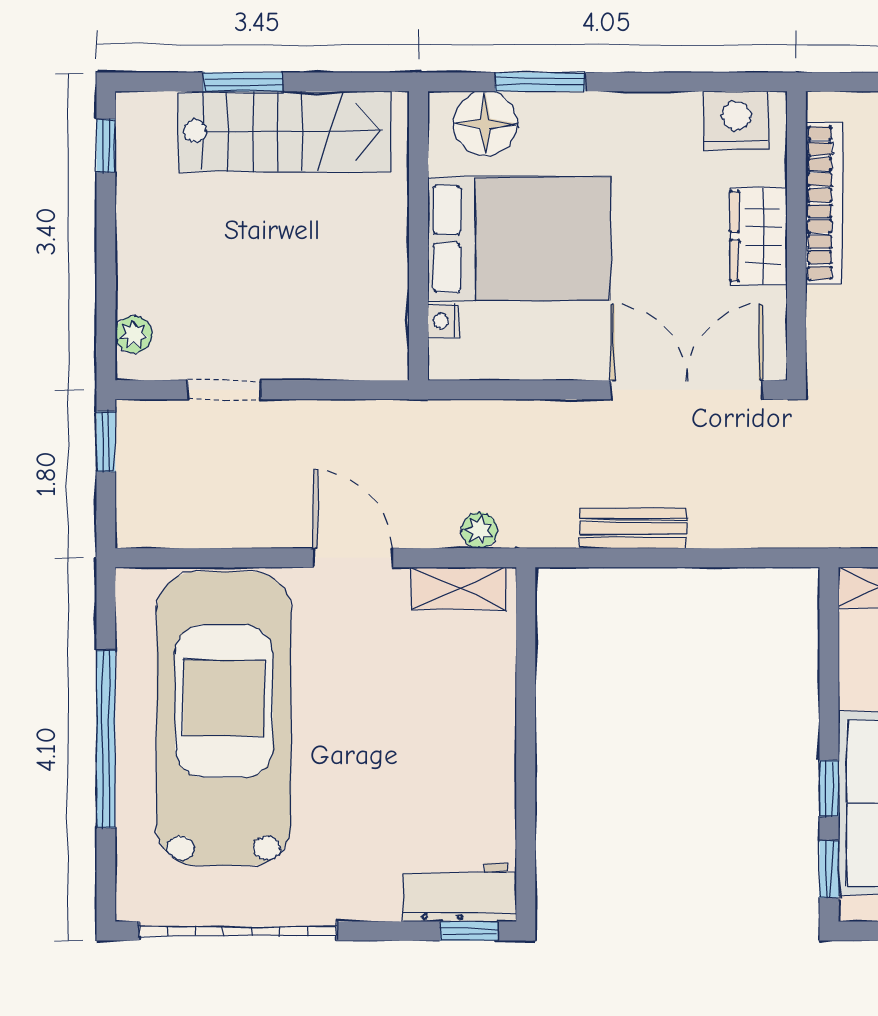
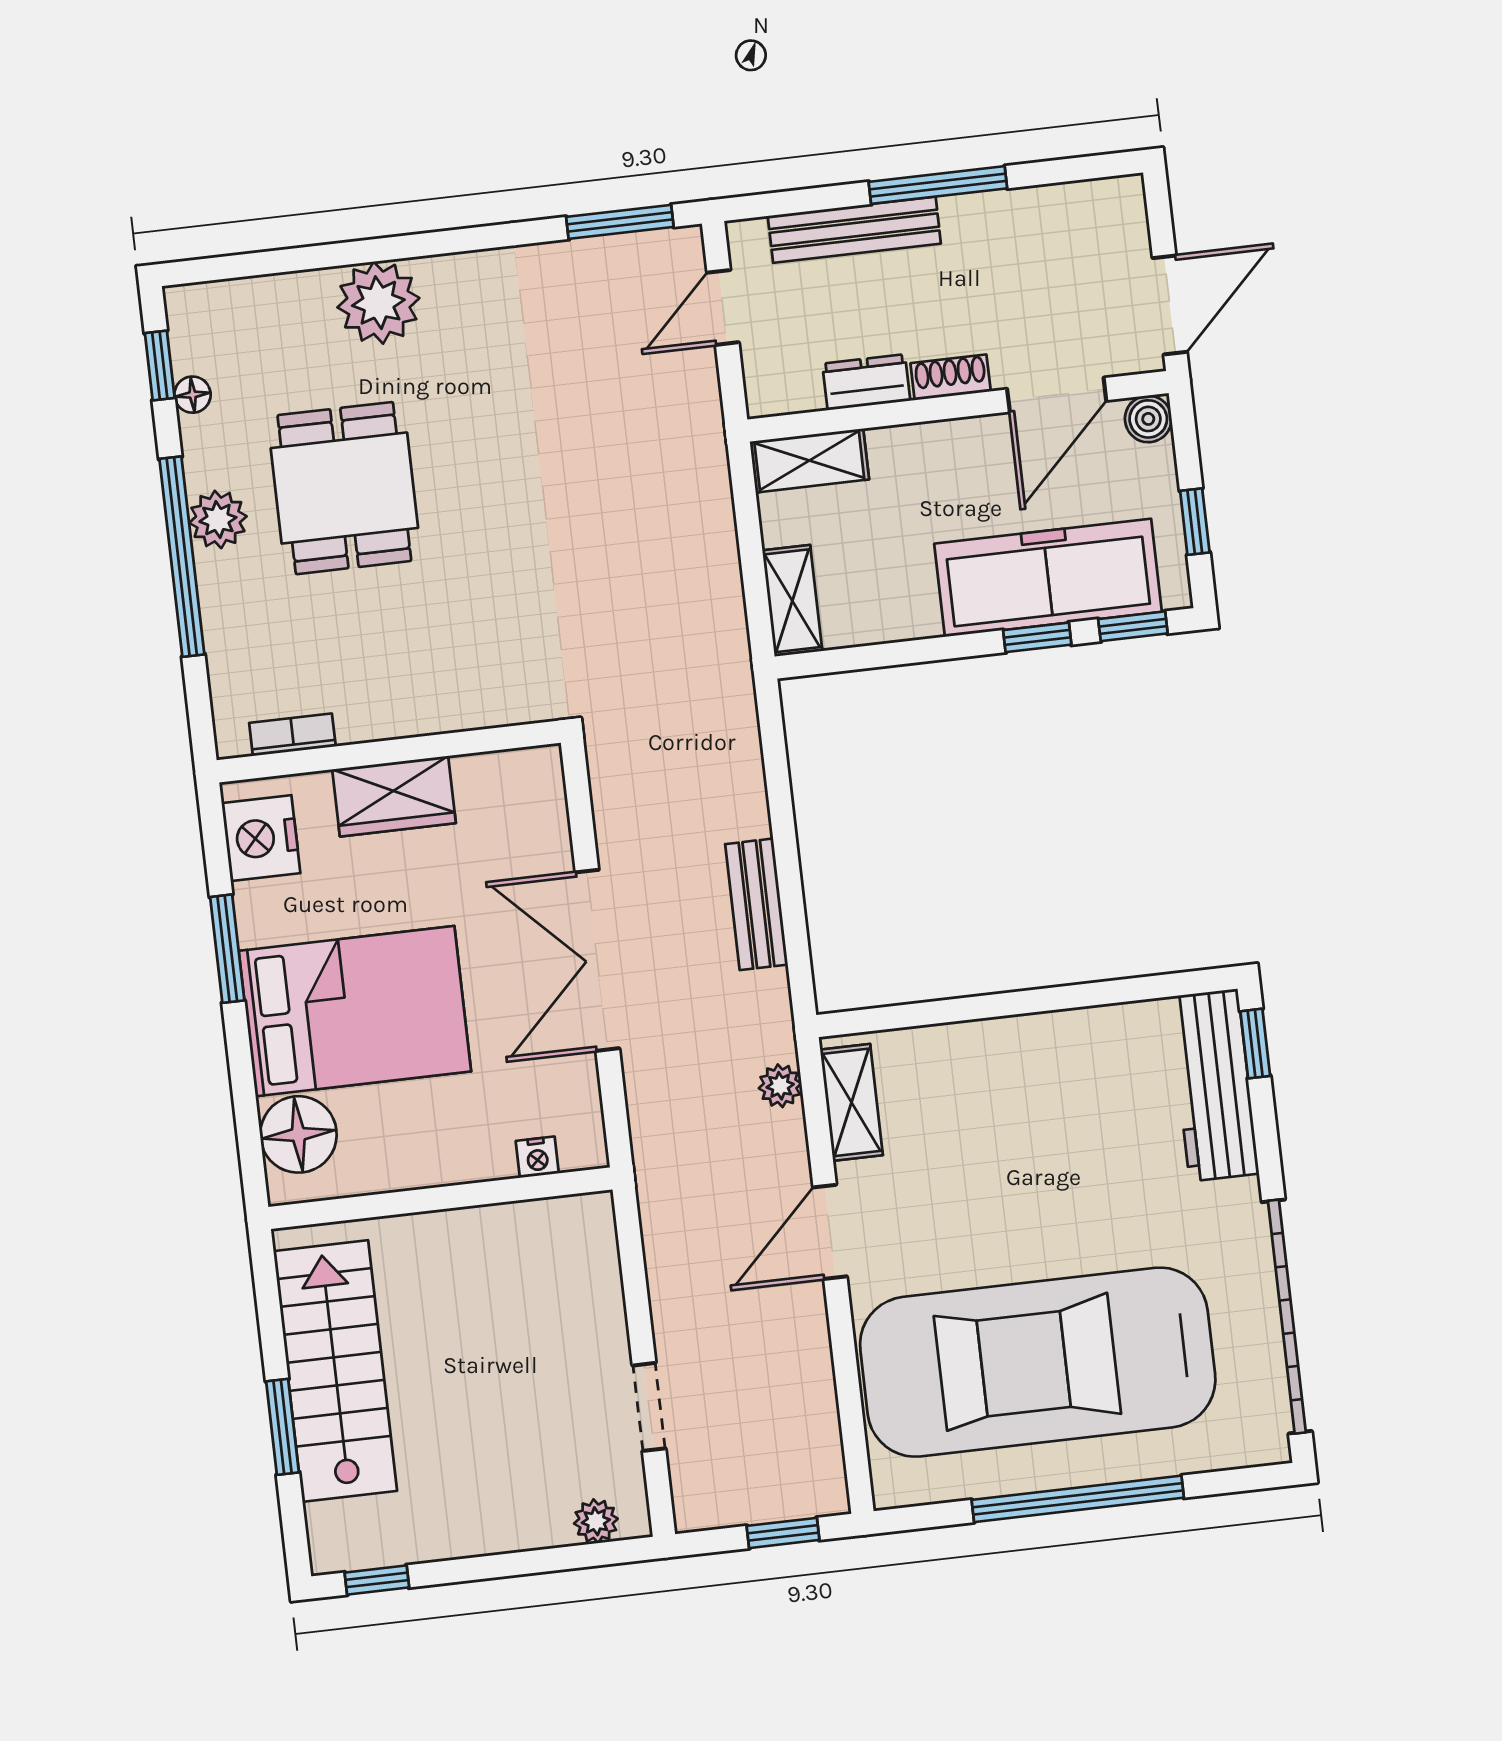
window: (540, 82) -> (227, 949), moved
bookcase: (824, 203) -> (292, 735), width x0.43, depth x0.76
bed: (519, 239) -> (355, 1011), moved, turned 90
double door: (687, 390) -> (597, 960), moved
window: (106, 442) -> (783, 1533), moved
workbench: (460, 892) -> (1214, 1085), width x1.38

